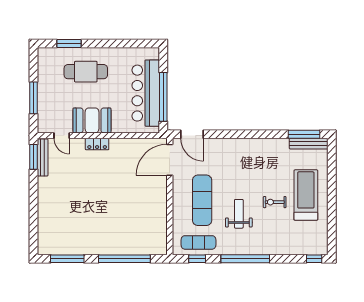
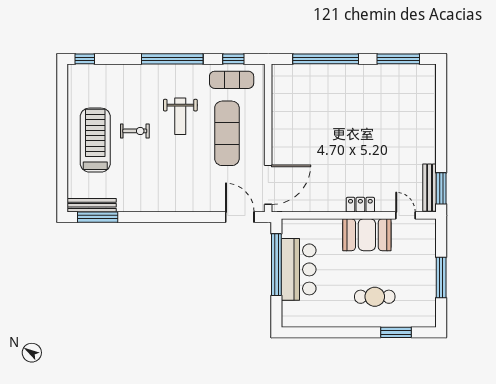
cafe table: (86, 72) -> (375, 297), width x0.73, depth x0.74
bar counter: (146, 93) -> (299, 269), width x0.73
window: (33, 98) -> (441, 278), moved
treadmill: (306, 195) -> (95, 140), turned 180

